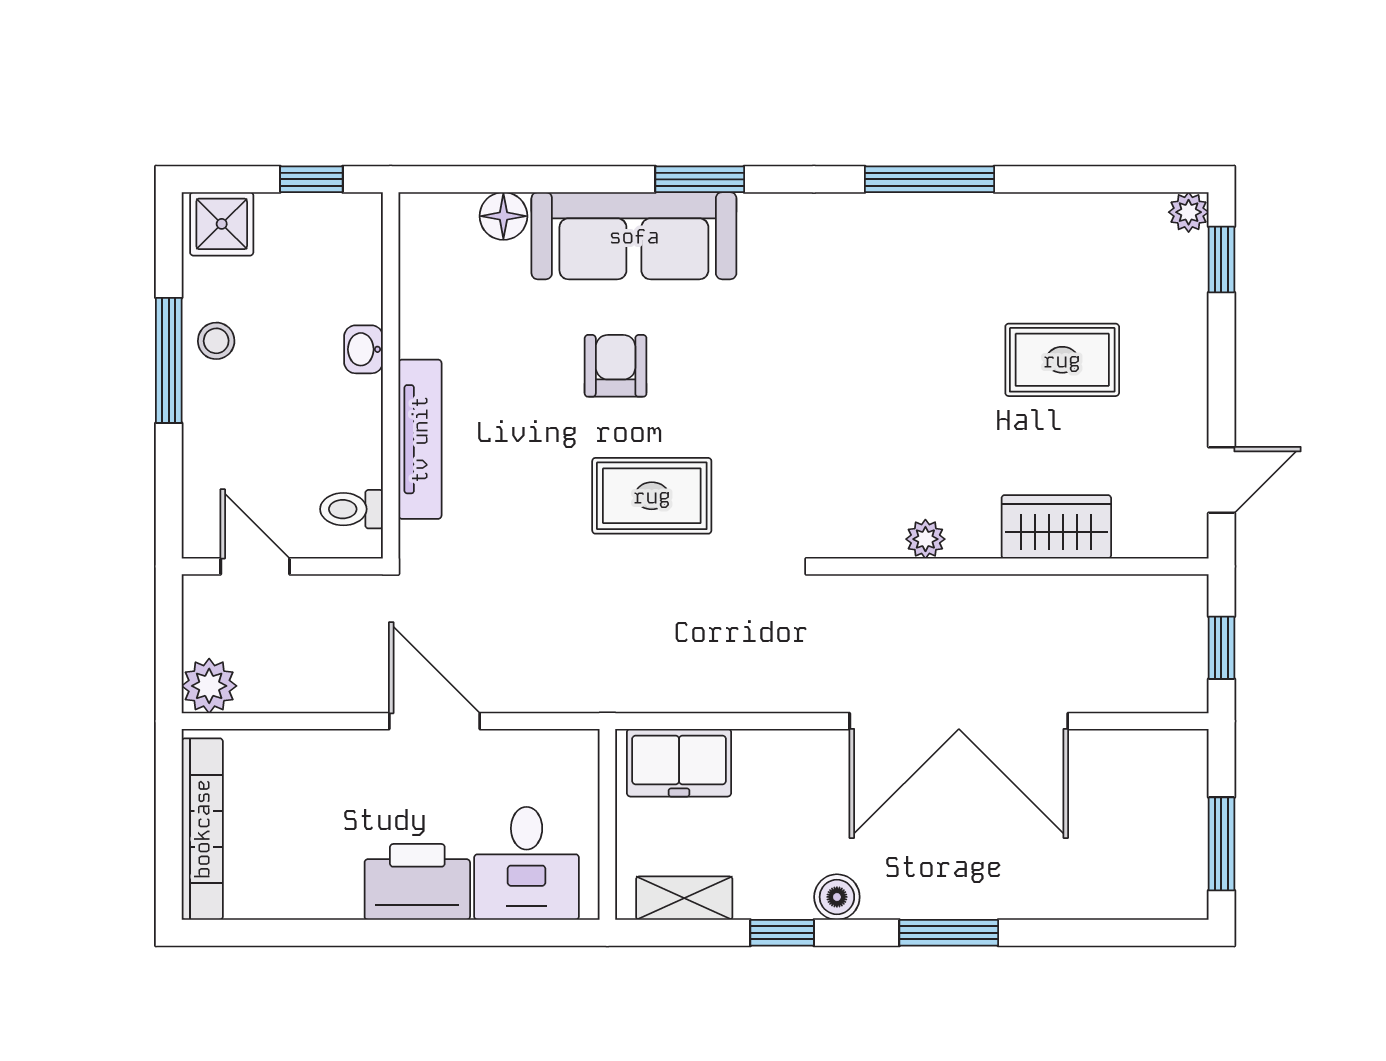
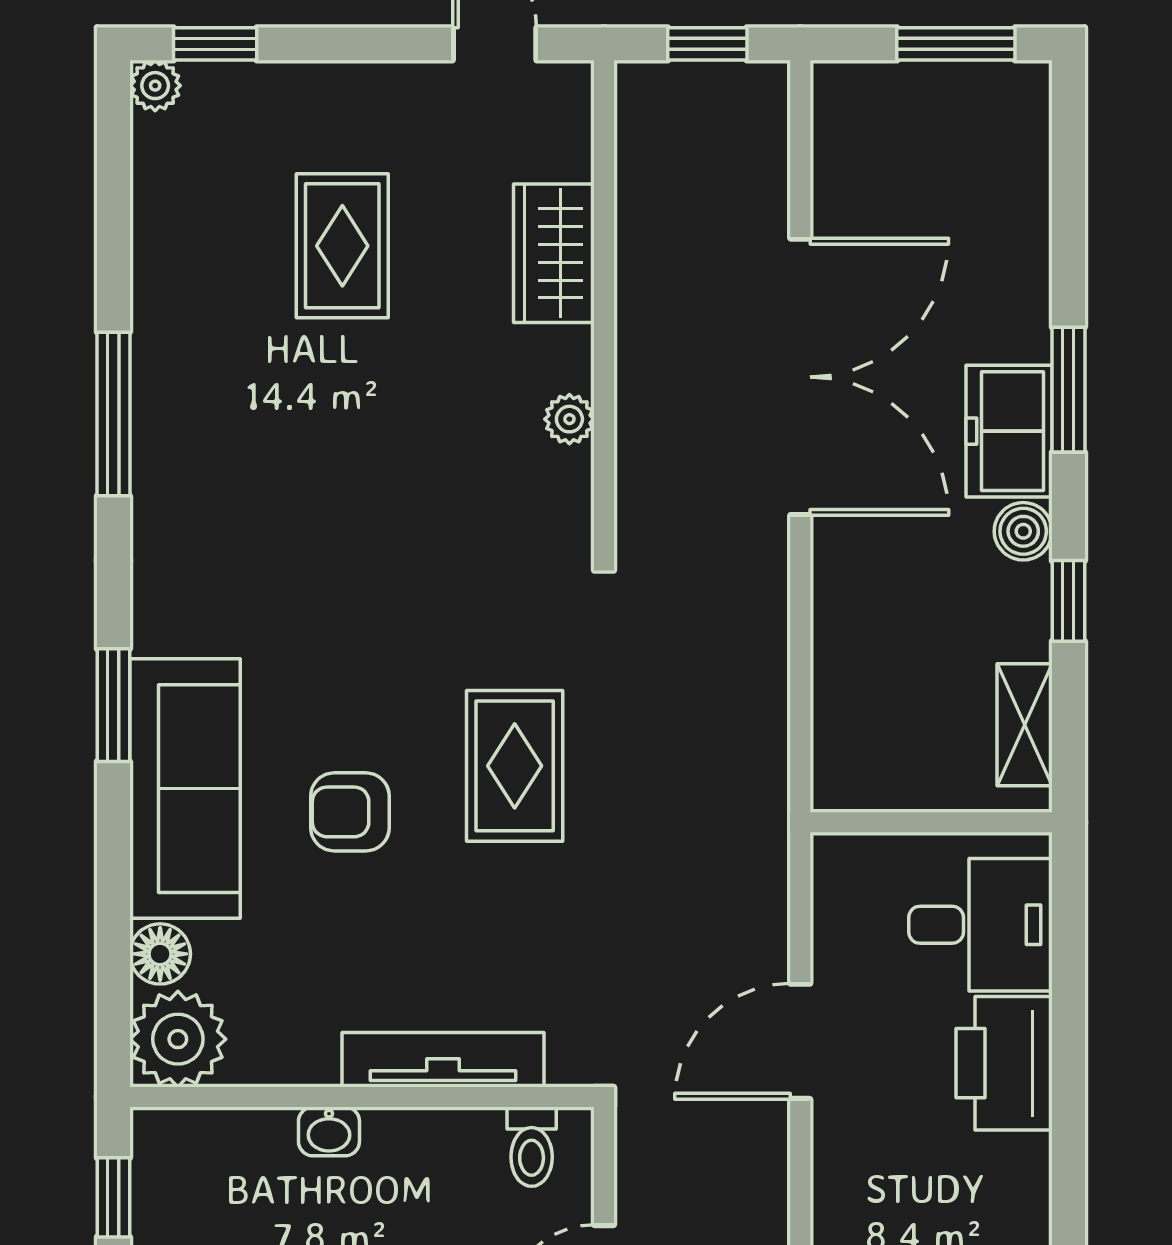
plant: (436, 230) -> (178, 1039), added
freezer: (679, 763) -> (1009, 431), moved, turned 180

